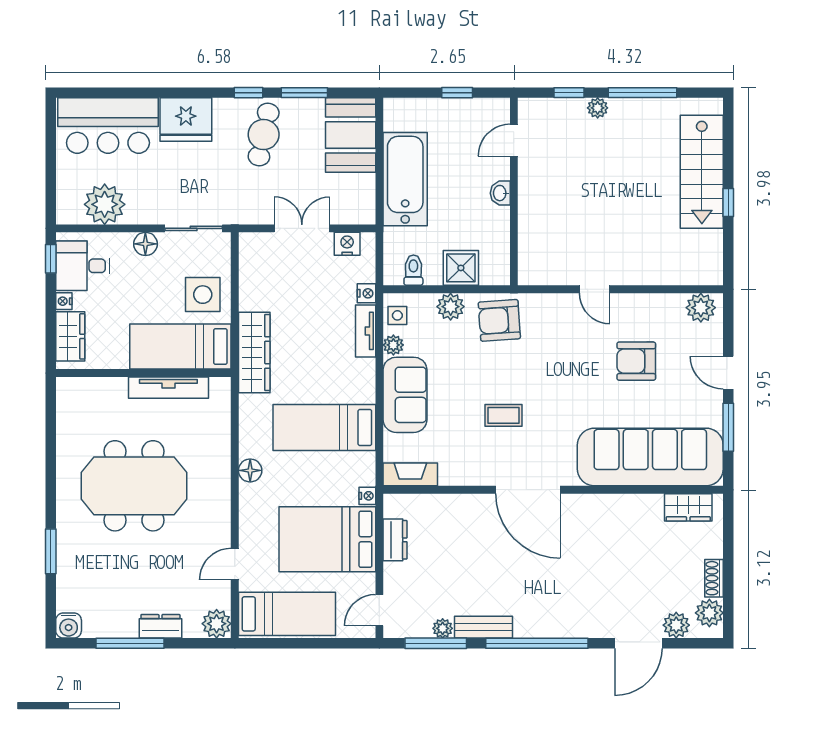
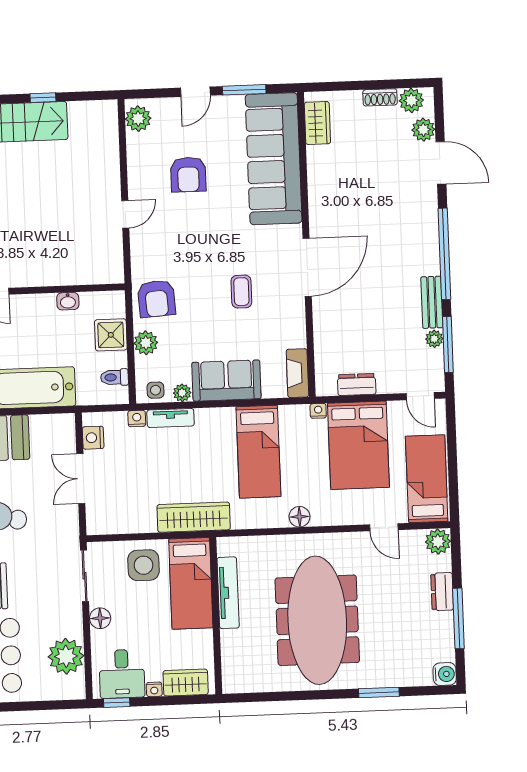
washbasin: (500, 193) -> (68, 301), moved
meeting table: (134, 486) -> (317, 620), width x1.36

